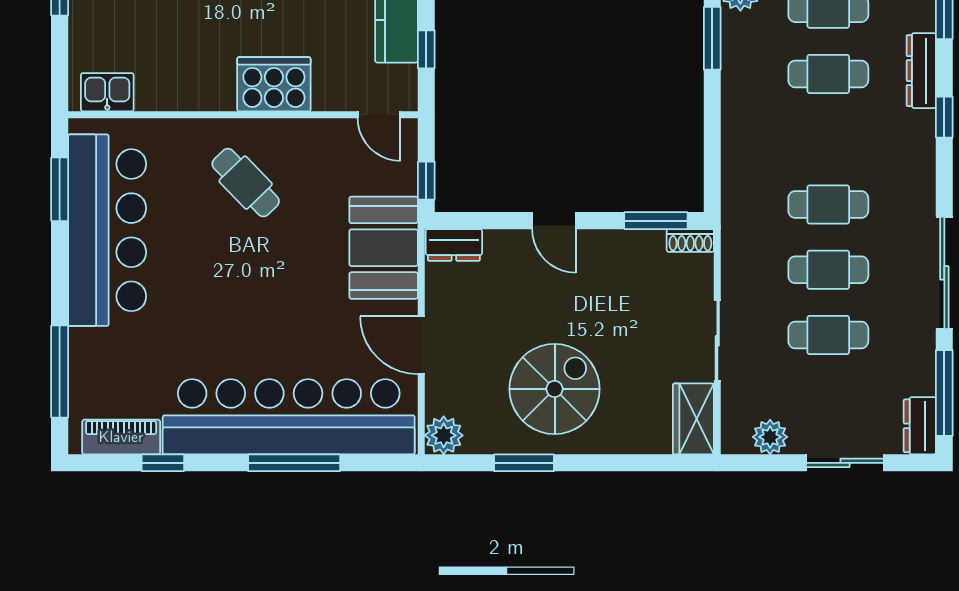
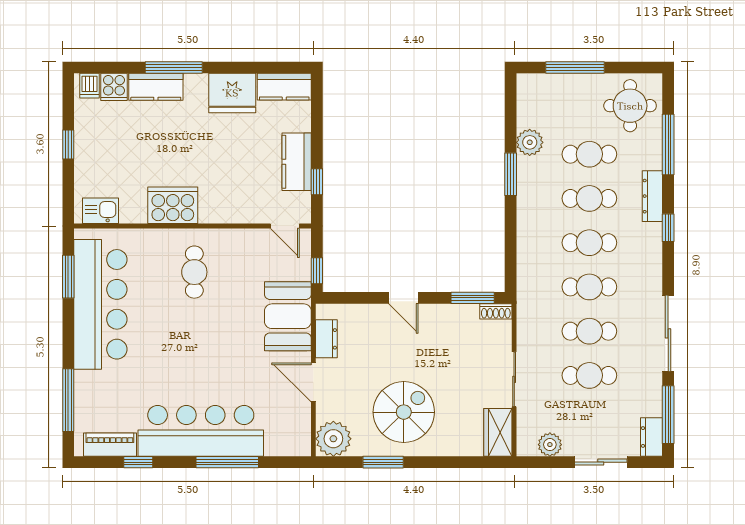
cooker: (274, 84) -> (173, 205), moved
cafe table: (828, 139) -> (589, 243), added
cafe table: (246, 183) -> (194, 272), turned 44
dresser: (454, 245) -> (326, 339), moved, turned -90
bar counter: (289, 417) -> (201, 431), width x0.73
plant: (444, 435) -> (333, 439), width x1.36, depth x1.36

